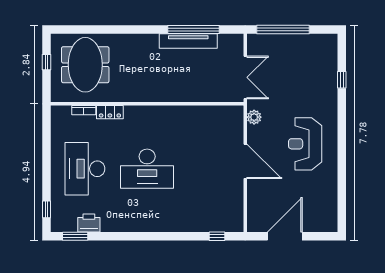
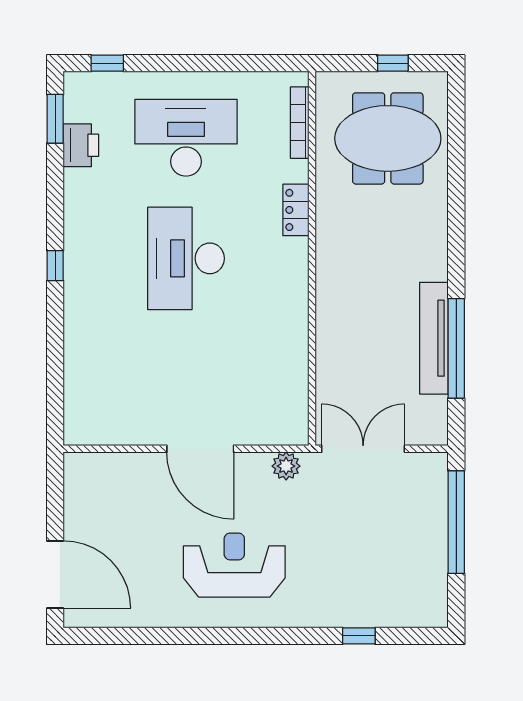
double door: (245, 77) -> (363, 449), swing flipped
bookcase: (84, 110) -> (300, 123), width x1.56
locker: (110, 112) -> (296, 210), moved
door: (245, 161) -> (200, 449), hinge flipped
window: (217, 236) -> (55, 266), moved
door: (285, 236) -> (55, 574), moved

